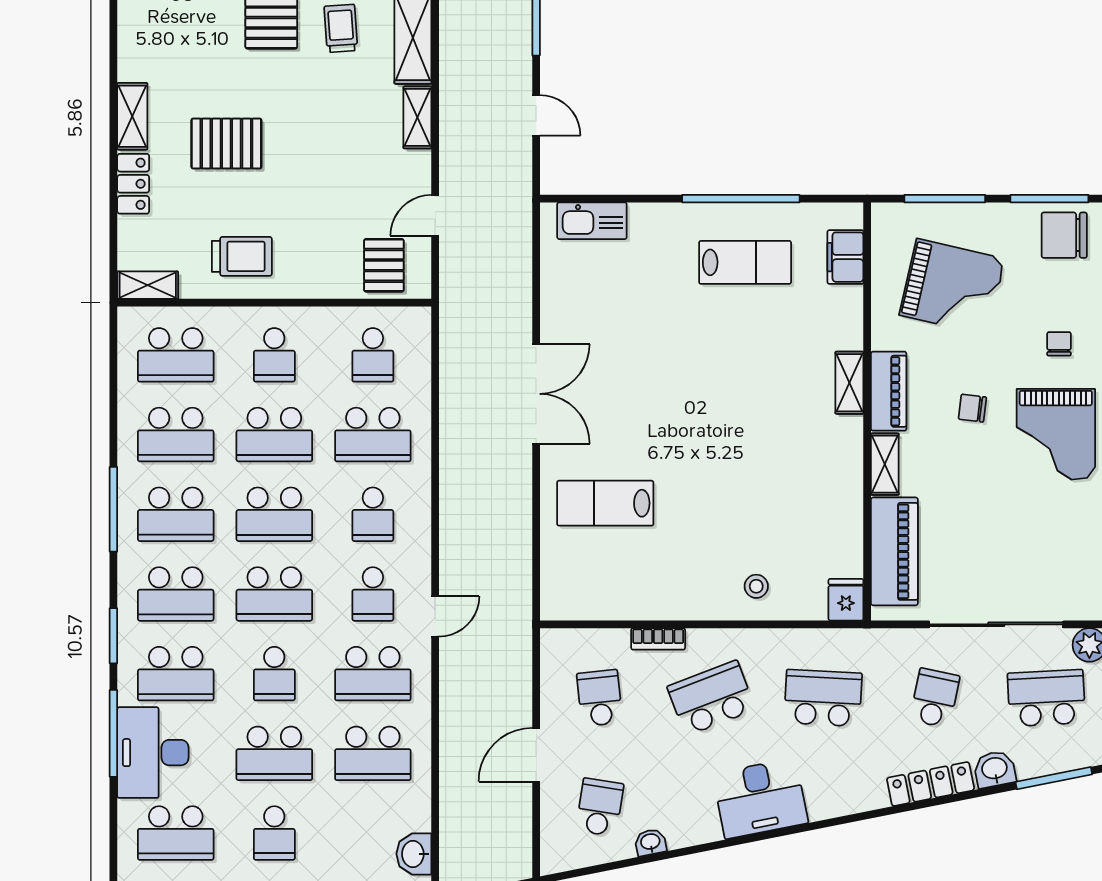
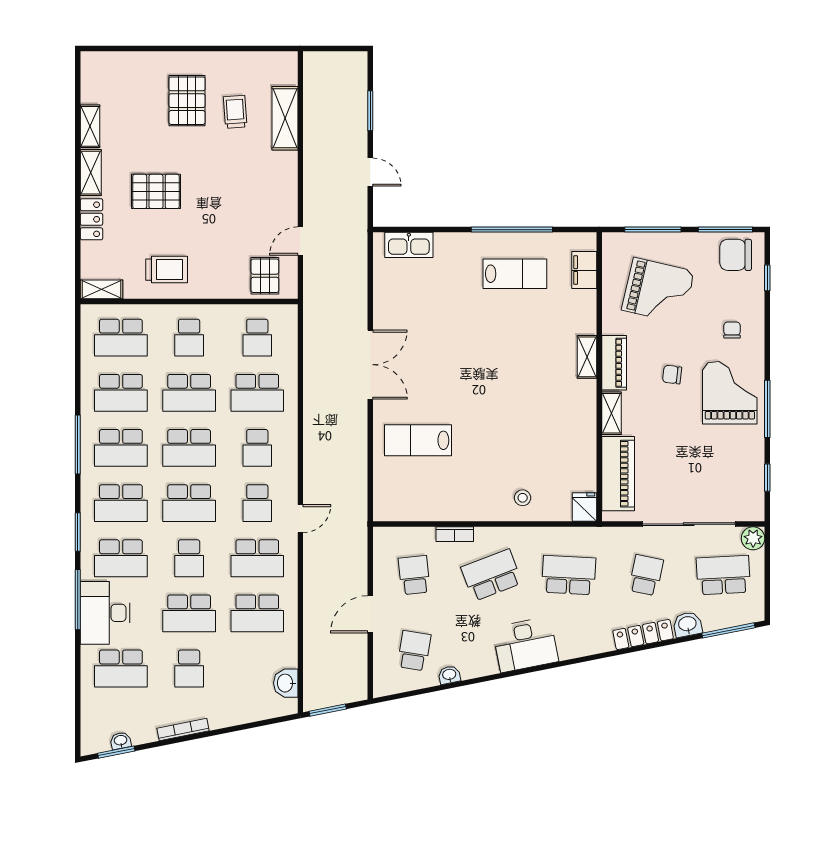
shelving: (417, 117) -> (90, 126), moved
grand piano: (1056, 434) -> (730, 393), turned 180

